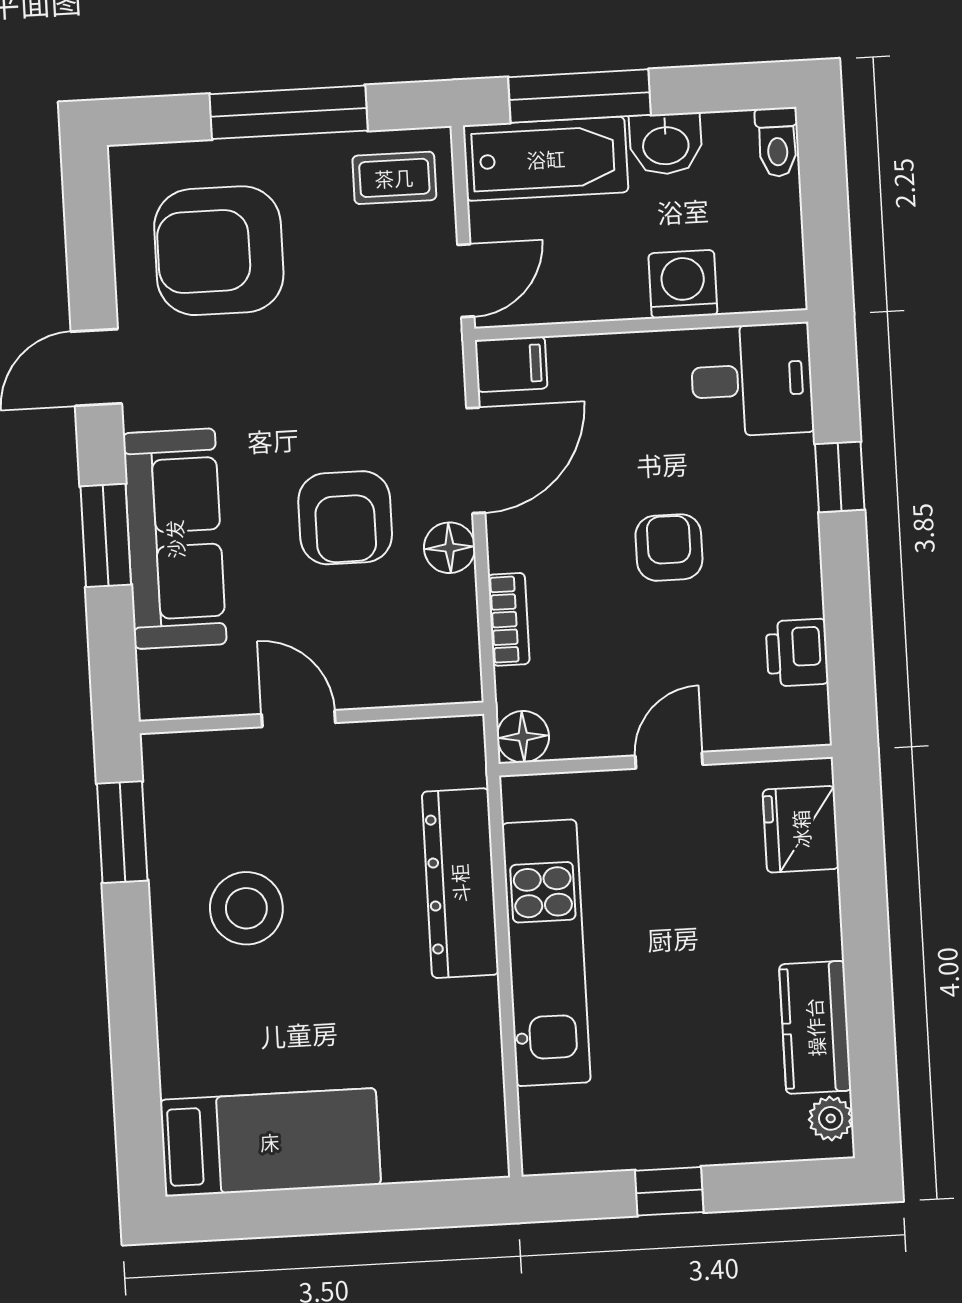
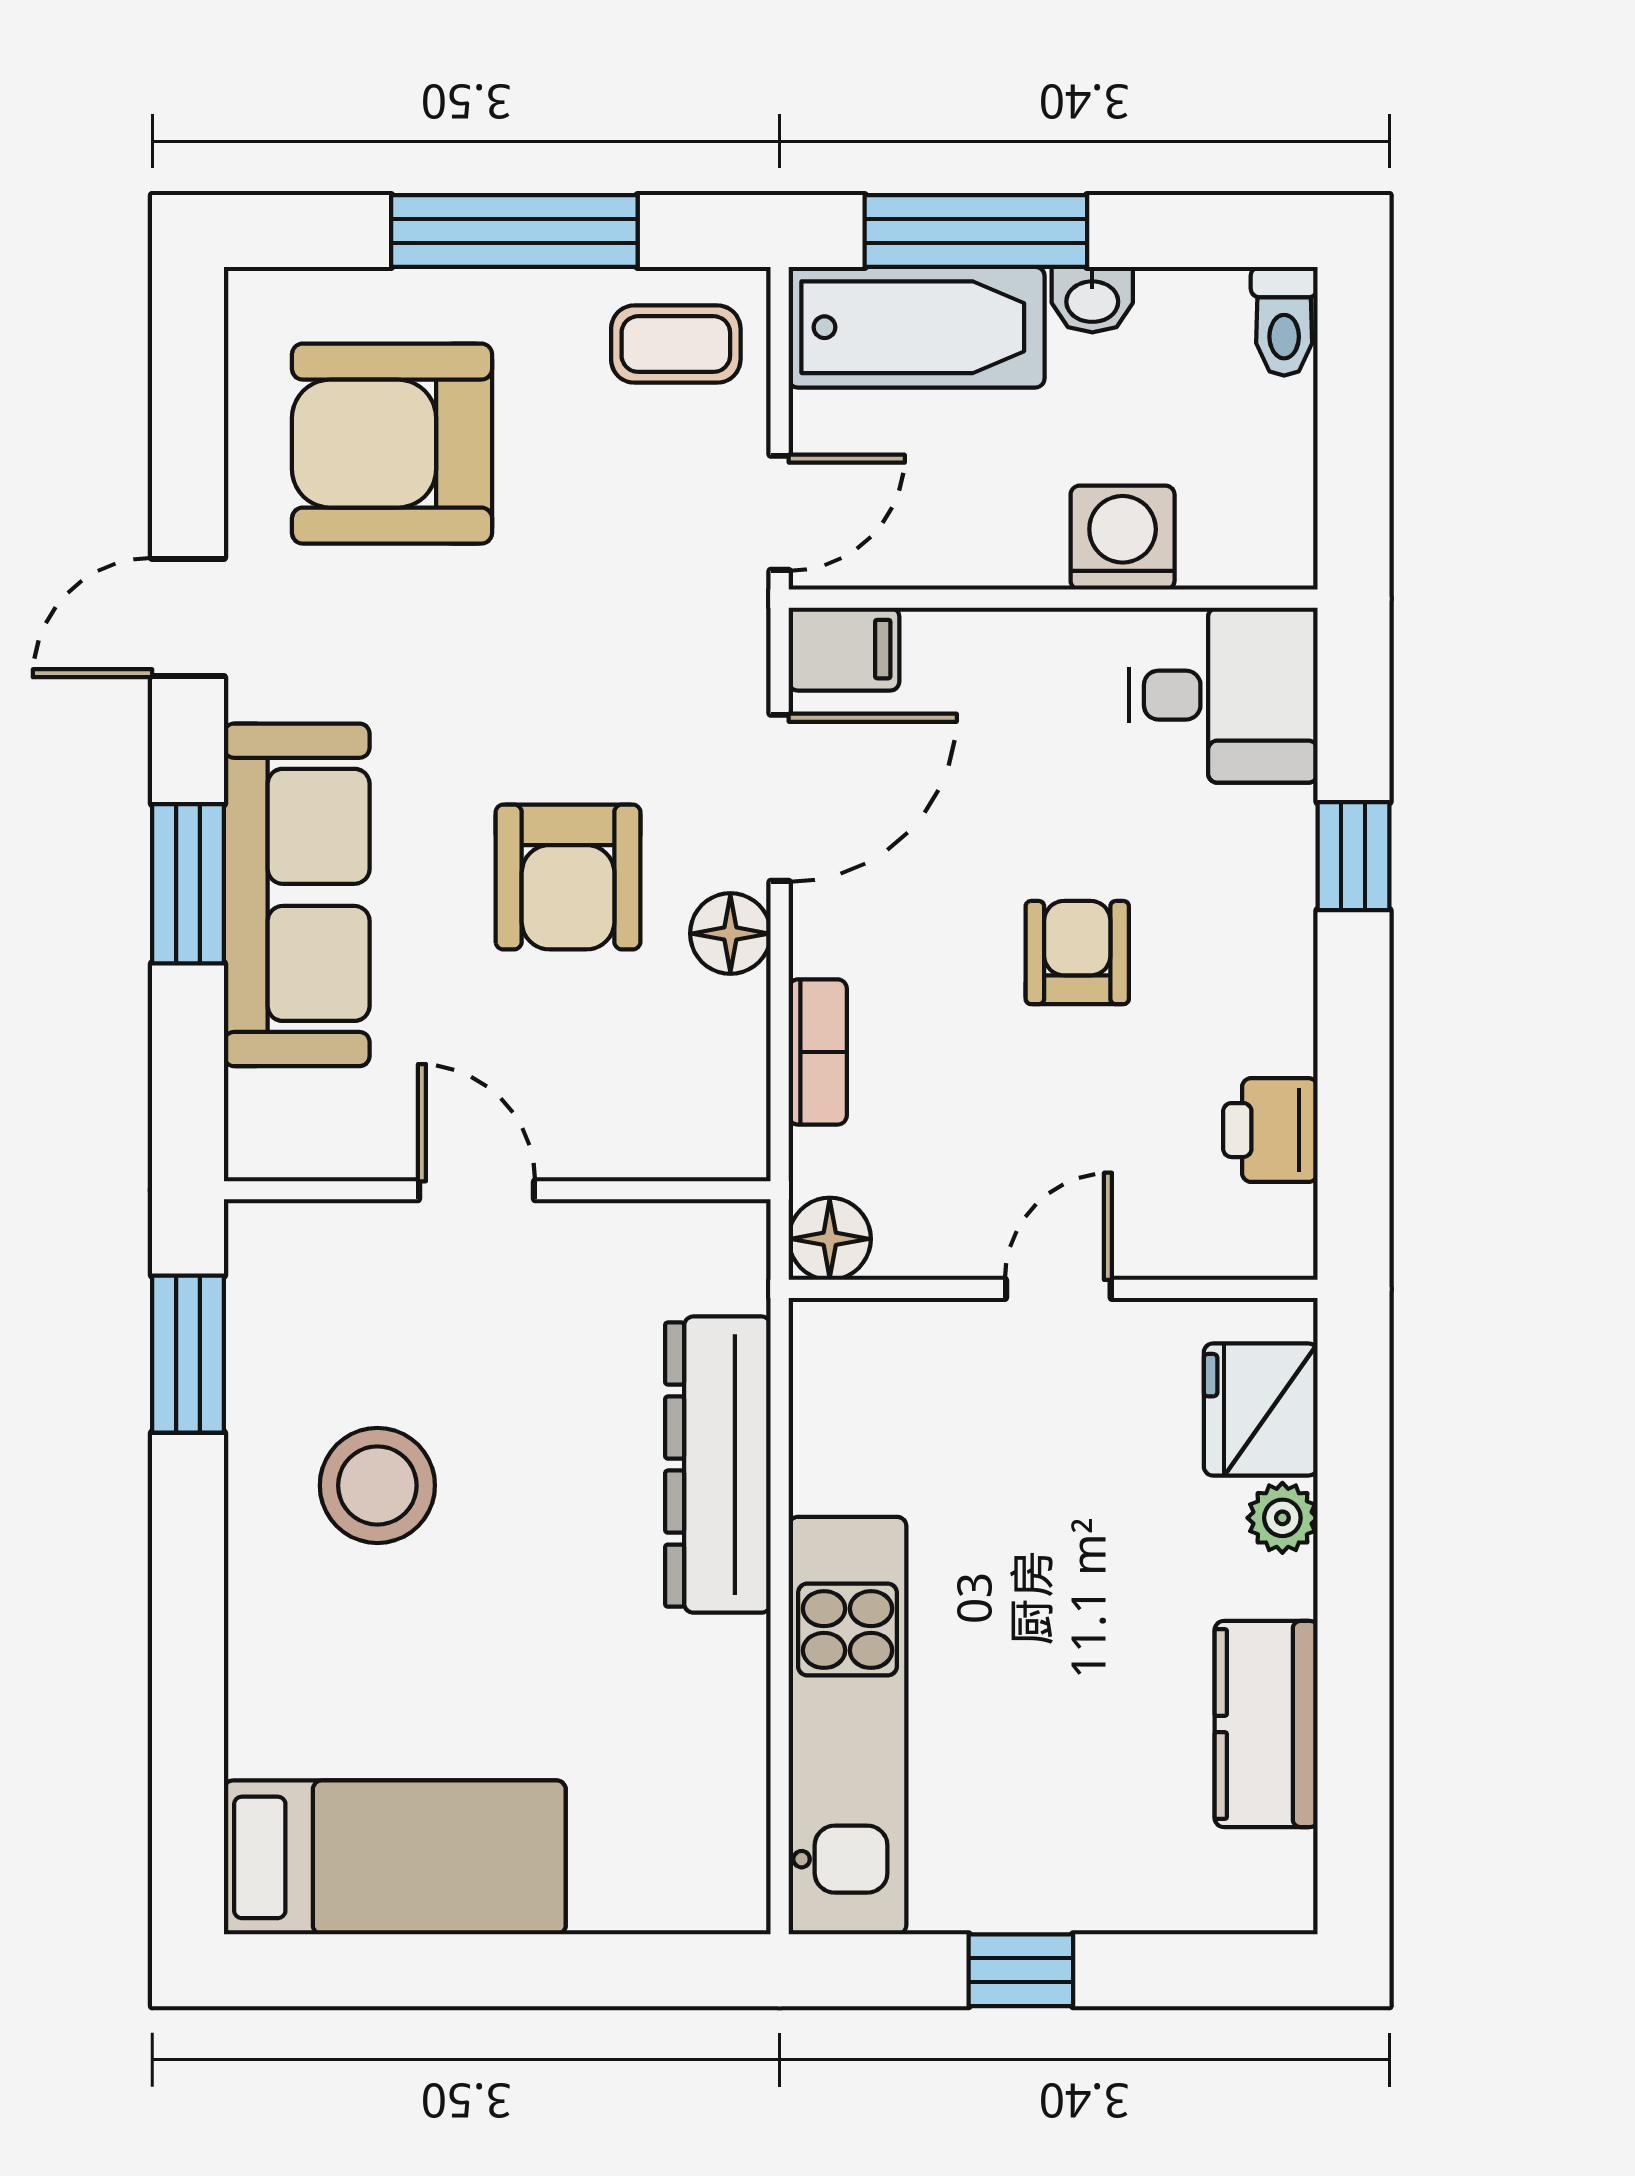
washbasin: (666, 144) -> (1092, 300), width x0.72, depth x0.69
kitchen unit: (546, 953) -> (847, 1726), moved
plant: (831, 1118) -> (1282, 1518), moved

